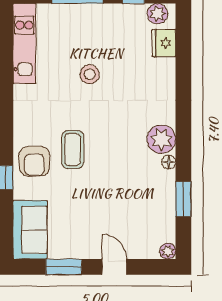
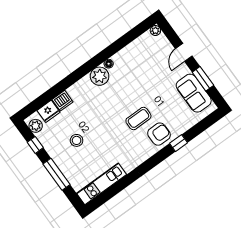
dishwasher: (164, 70) -> (62, 101), added
stool: (90, 74) -> (77, 140), moved
window: (183, 199) -> (122, 42), removed
sofa: (30, 230) -> (194, 93), moved, turned -90

